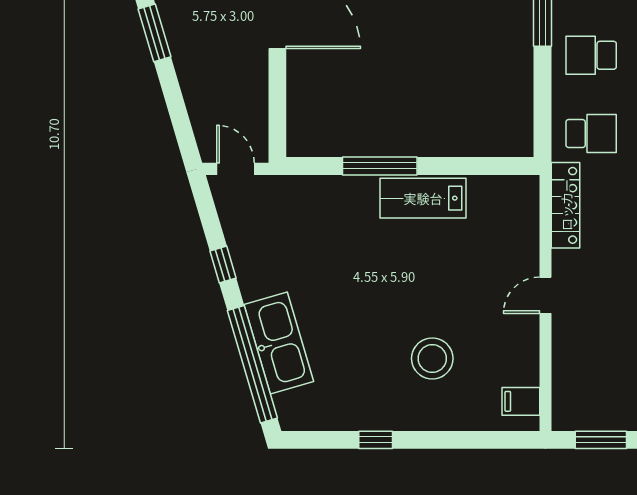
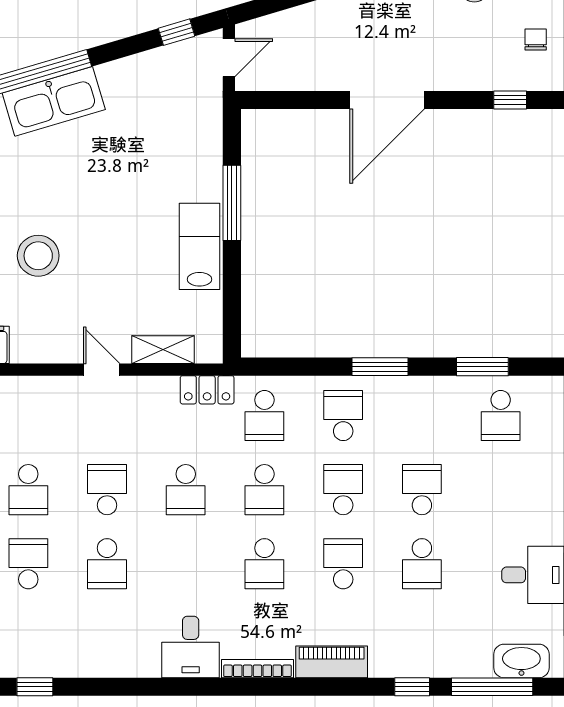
locker: (566, 205) -> (207, 390), width x0.66
shelving: (526, 234) -> (163, 350), added
window: (223, 264) -> (177, 32), moved

